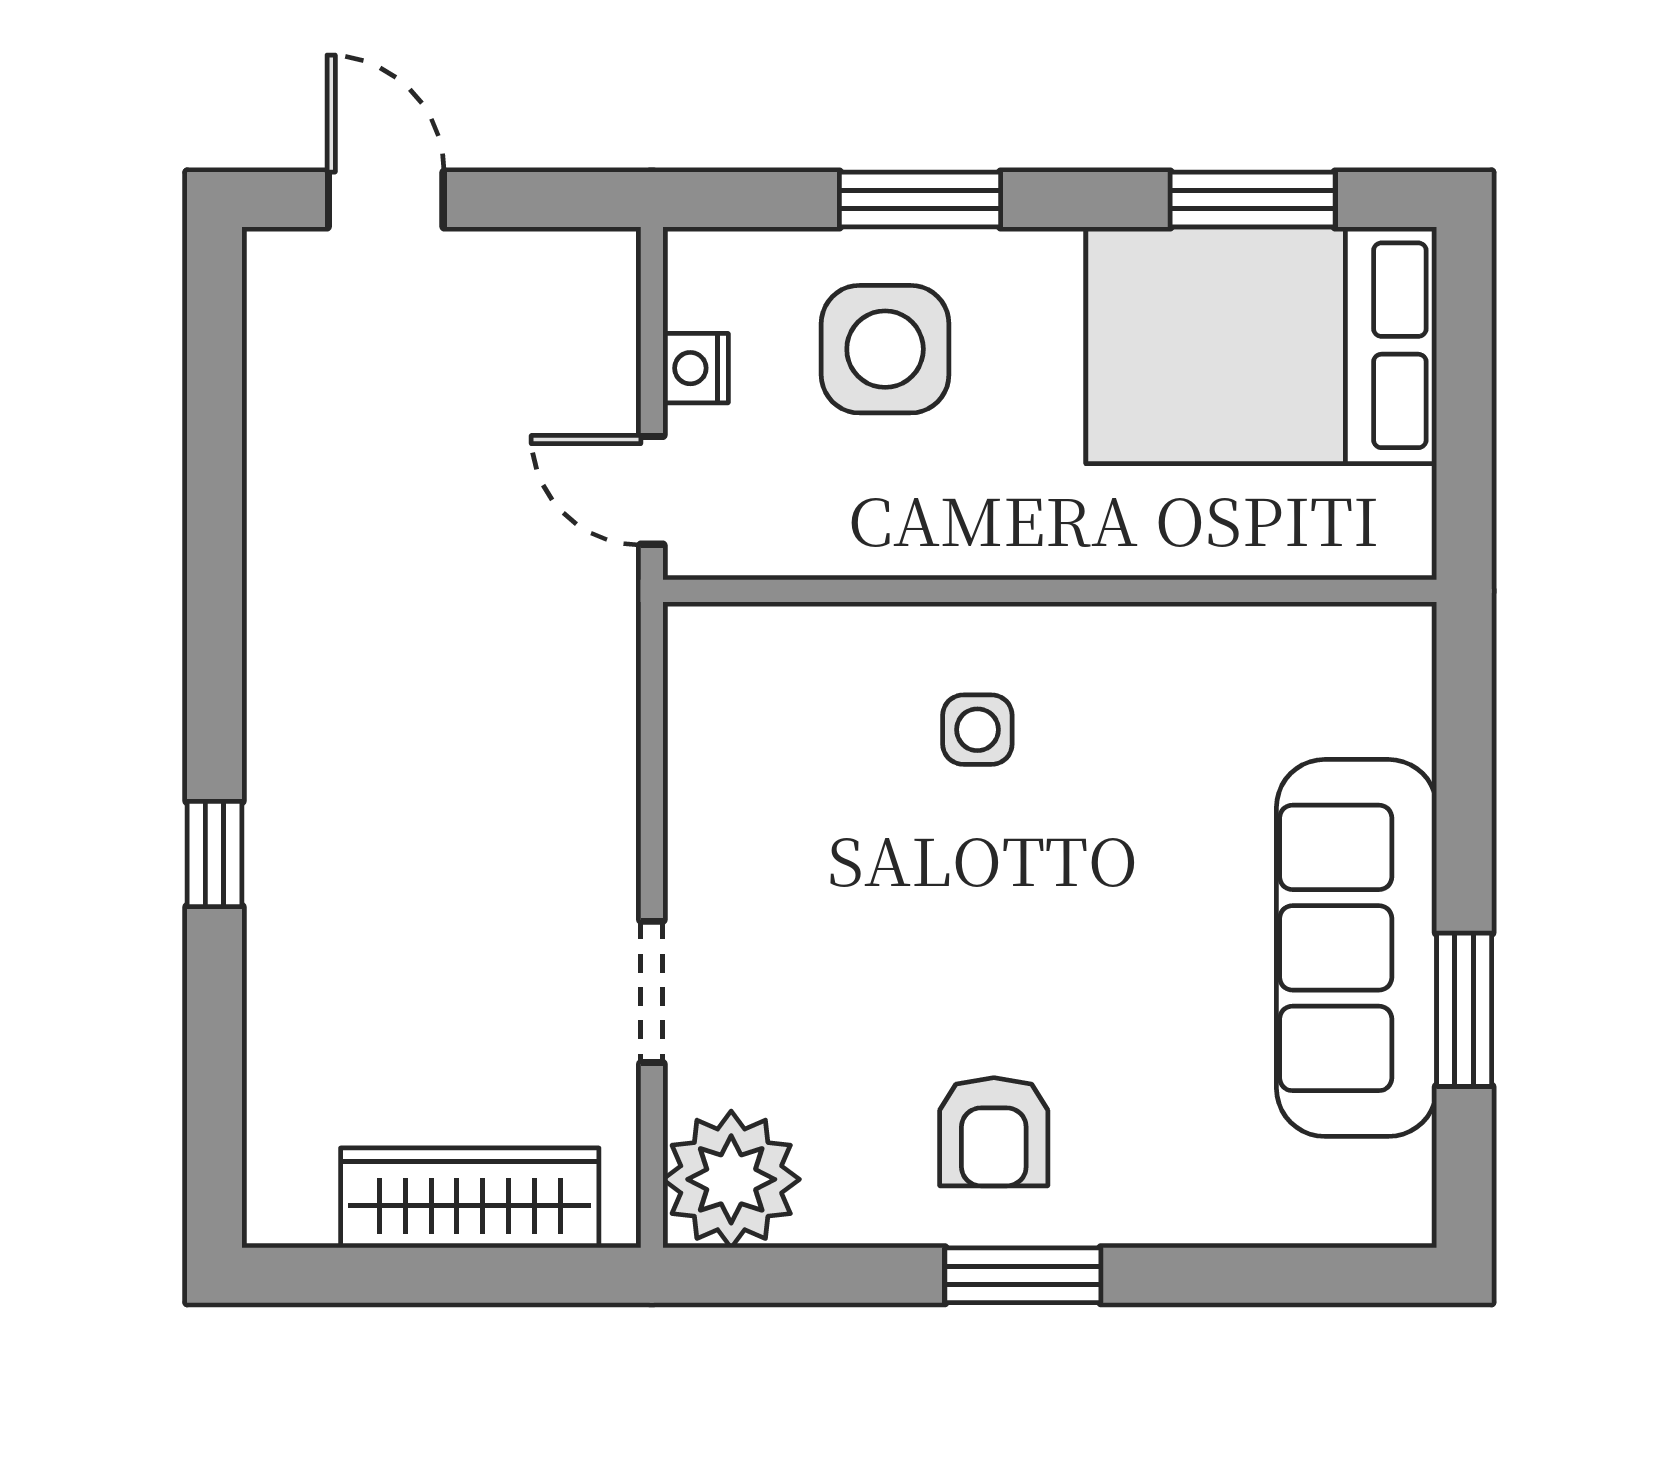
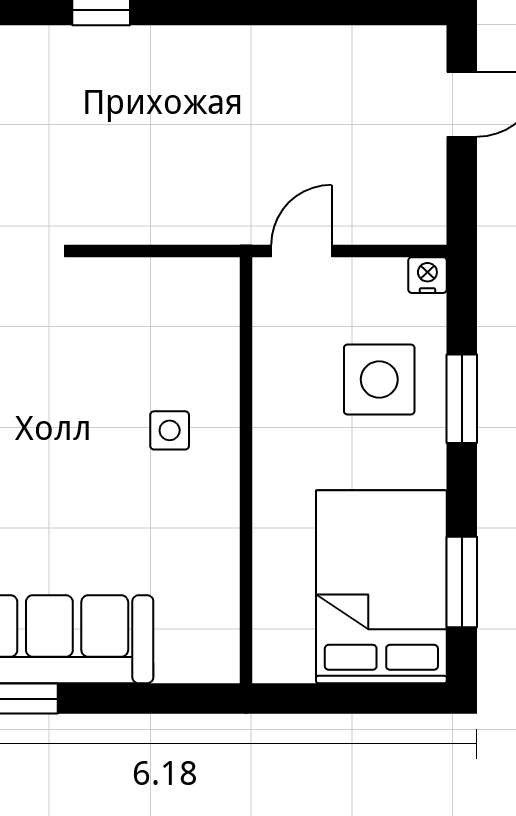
nightstand: (696, 368) -> (427, 275), moved

